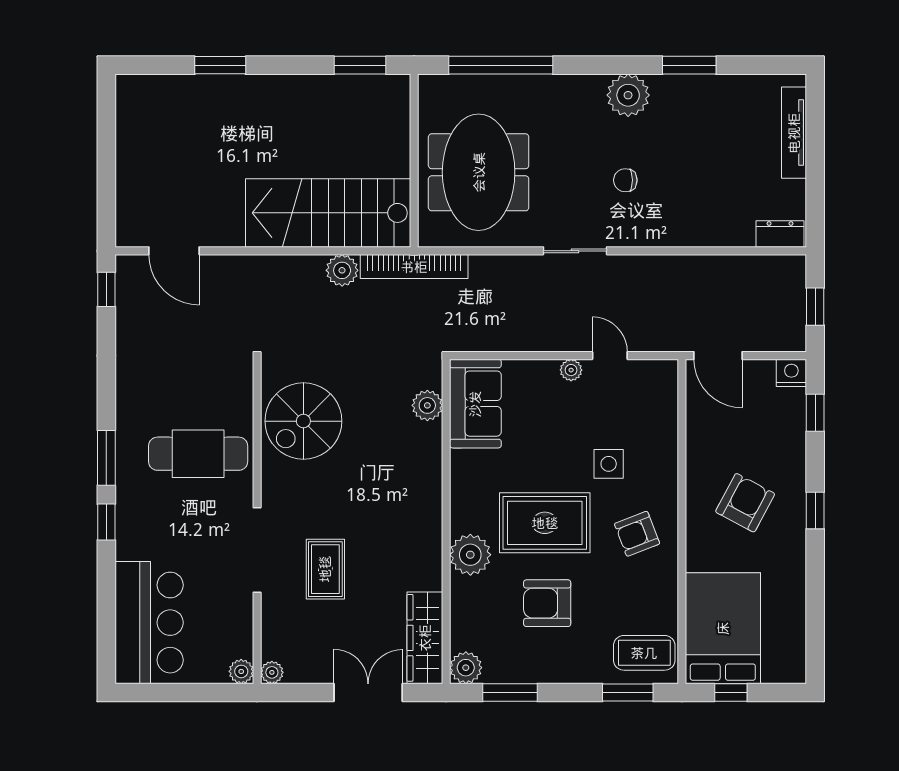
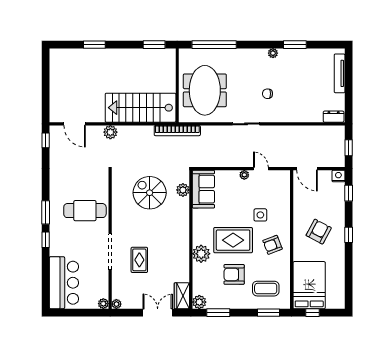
plant: (628, 95) -> (273, 53), width x0.53, depth x0.53
plant: (342, 270) -> (110, 132), moved
spiral stairs: (303, 421) -> (150, 193), moved, turned 90
wardrobe: (425, 638) -> (182, 296), width x0.67
coffee table: (644, 653) -> (266, 289), moved

